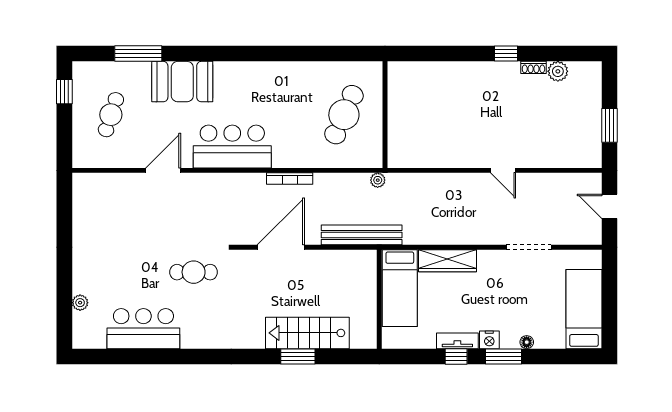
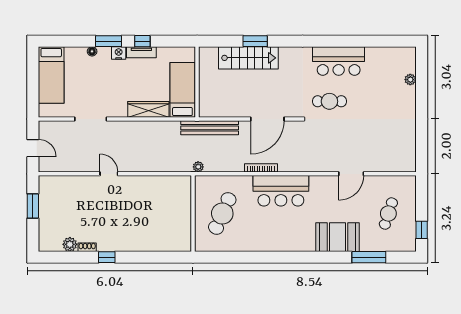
bar counter: (232, 147) -> (281, 191), moved
bar counter: (143, 329) -> (339, 61), moved

